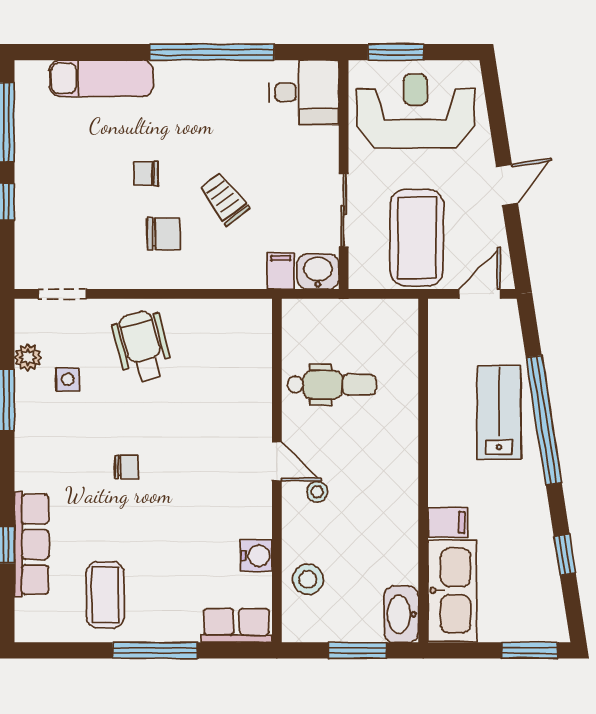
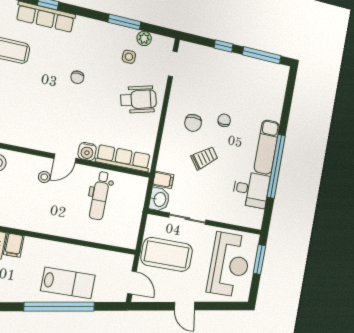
exam couch: (101, 78) -> (267, 147), moved
desk: (304, 92) -> (251, 189), moved, turned -90
row of seats: (256, 354) -> (123, 158), added
water cooler: (256, 556) -> (87, 151), moved

